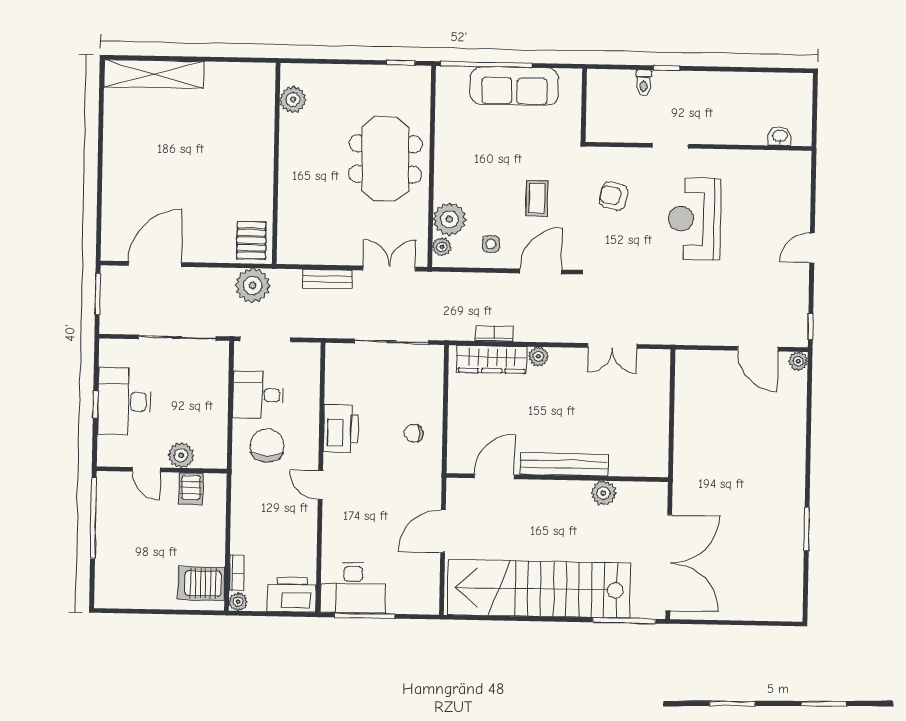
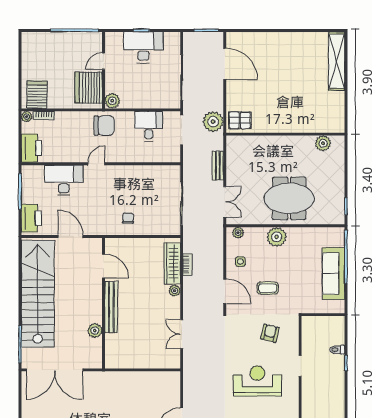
plant: (449, 219) -> (277, 237), moved
printer: (341, 429) -> (31, 218), moved, turned -90
chair: (267, 445) -> (104, 126), moved
plant: (181, 455) -> (112, 101), moved
server rack: (191, 489) -> (89, 88), width x2.18, depth x1.44
desk: (353, 588) -> (64, 180), moved, turned 90

